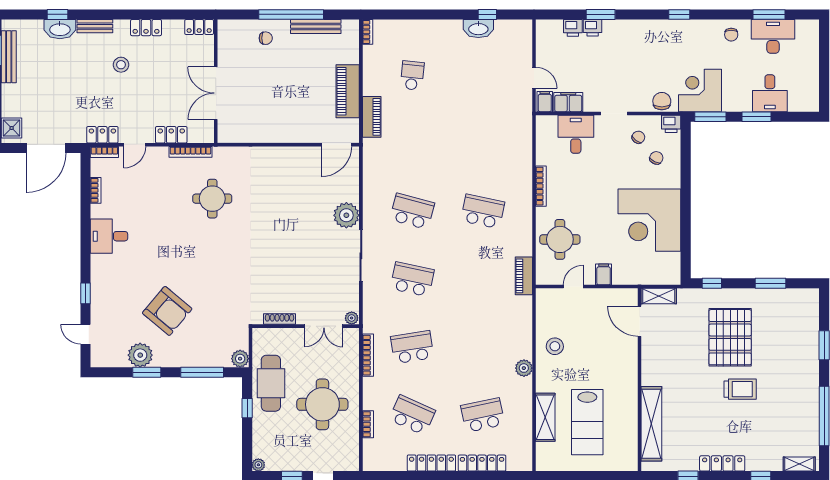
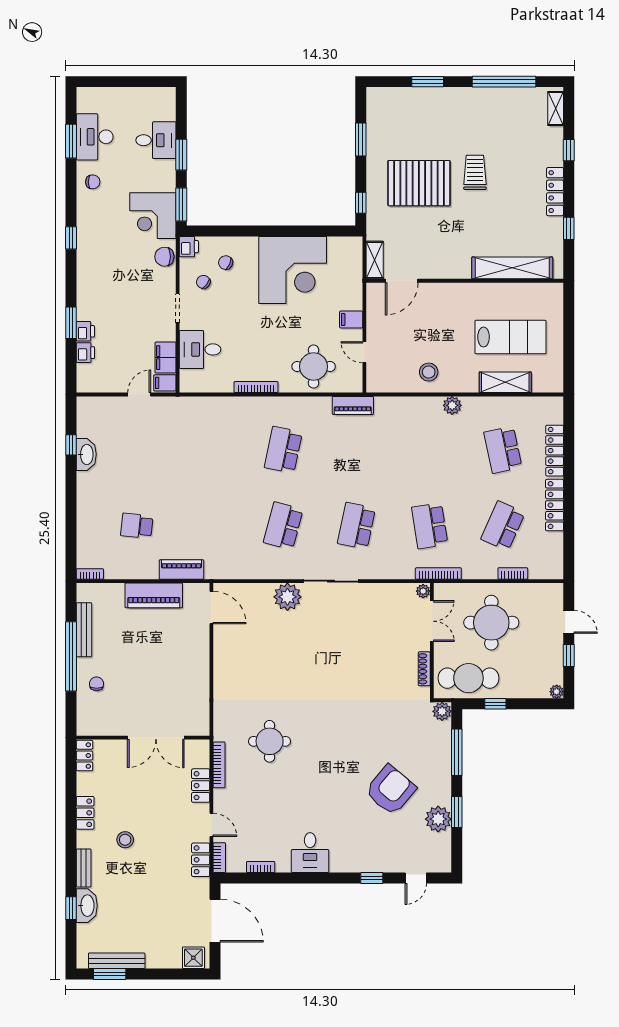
plant: (352, 318) -> (423, 591), moved
shoe rack: (280, 319) -> (424, 669), moved
wall: (306, 326) -> (432, 641), moved
double door: (324, 326) -> (432, 621), moved

